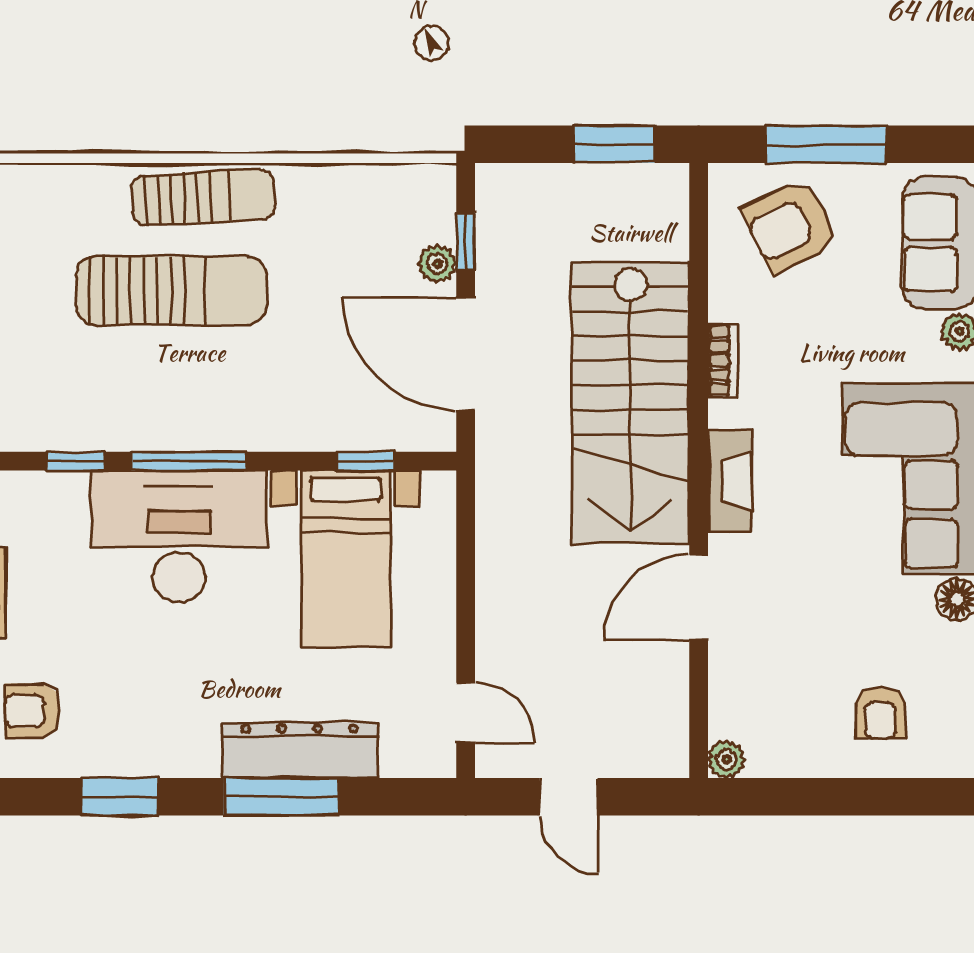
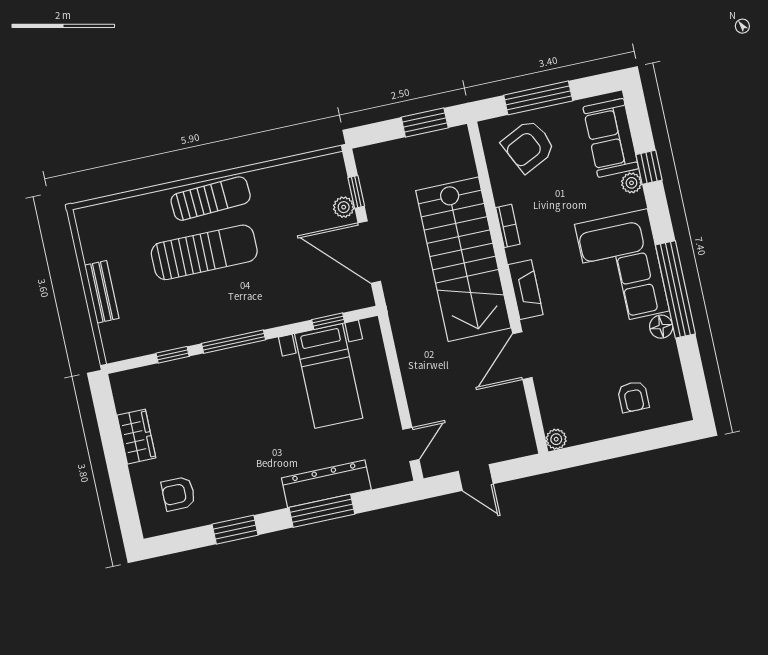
desk: (179, 536) -> (237, 383), removed
door: (466, 713) -> (411, 444), hinge flipped

